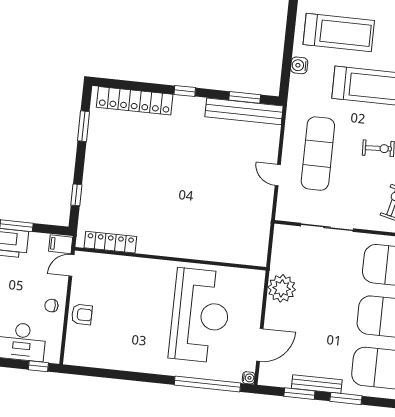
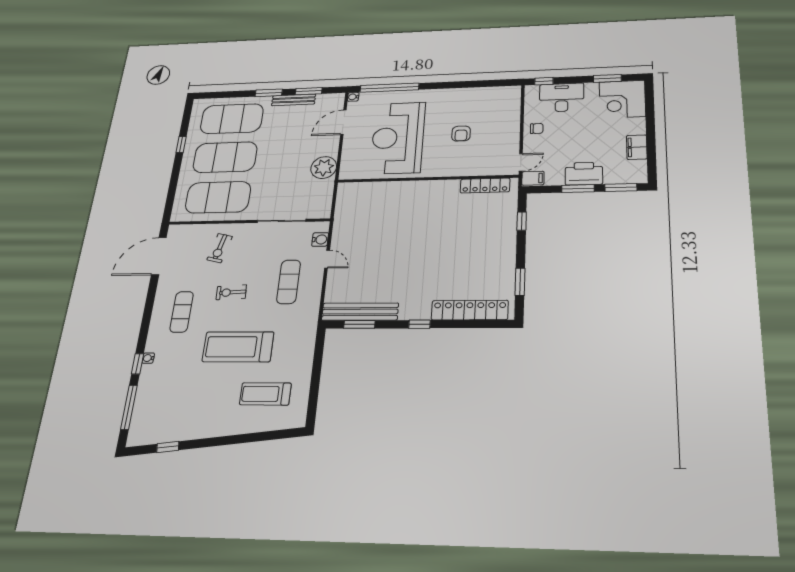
treadmill: (339, 33) -> (265, 394), width x0.73, depth x0.73
water cooler: (299, 65) -> (320, 239), moved
exercise mat: (318, 154) -> (289, 282), width x0.73, depth x0.69
armchair: (82, 314) -> (461, 134), moved, turned -90

